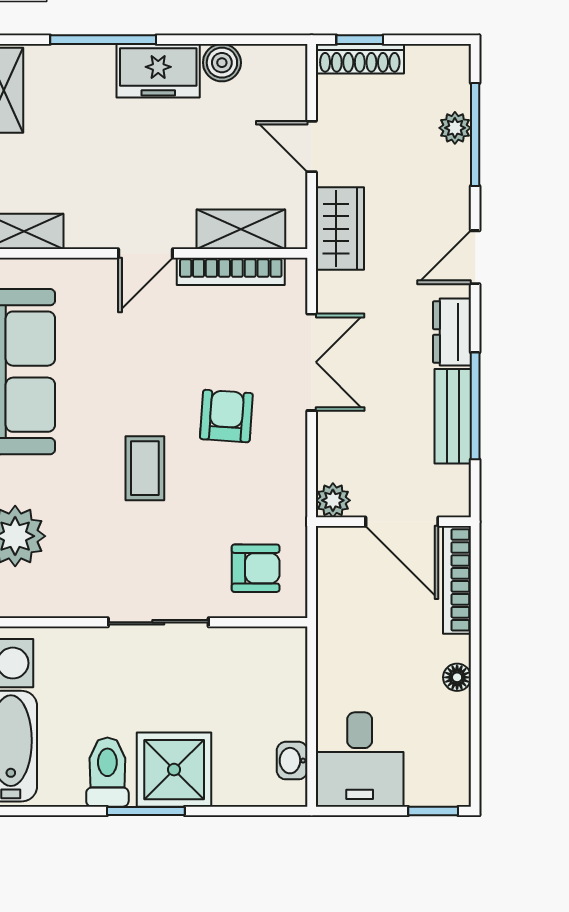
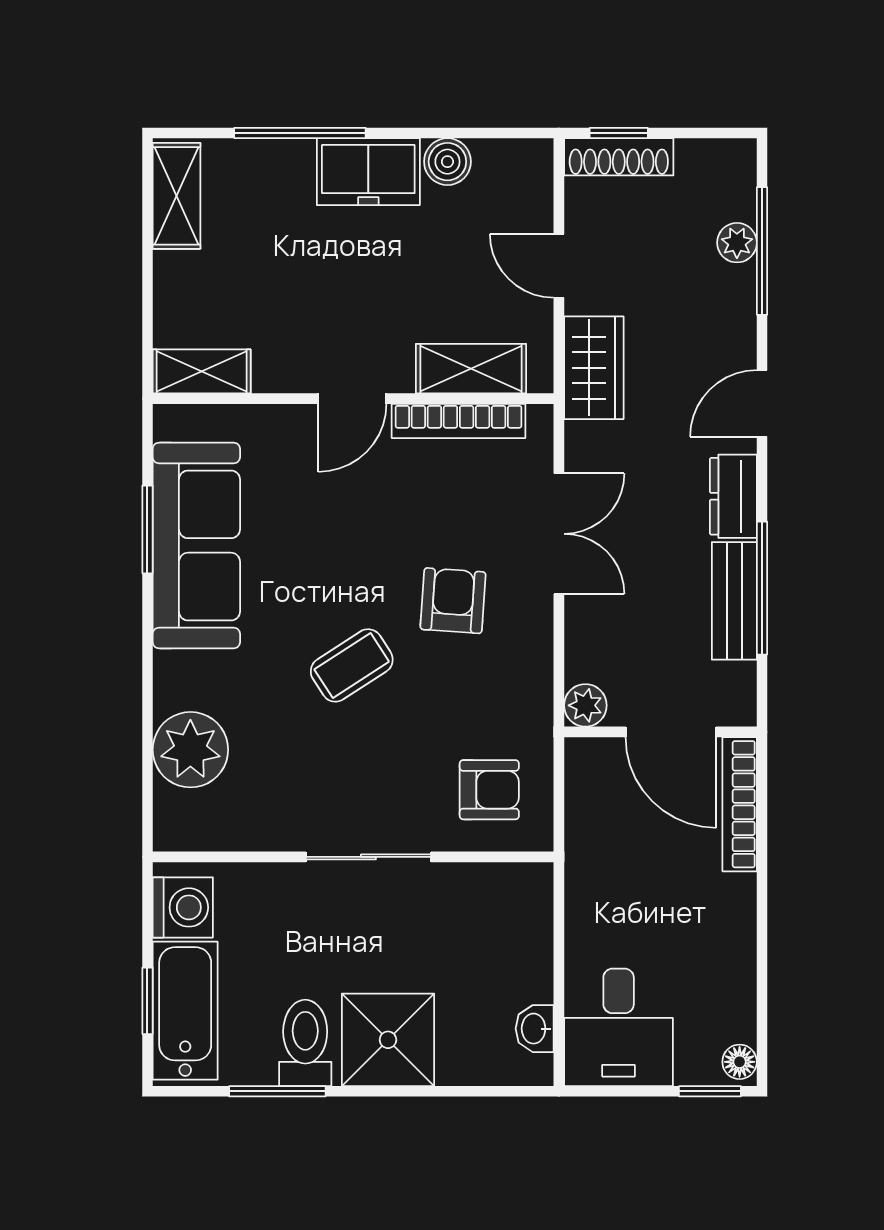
coffee table: (145, 468) -> (352, 665), turned 57
floor lamp: (457, 677) -> (740, 1062), moved
window: (146, 811) -> (277, 1091), moved

